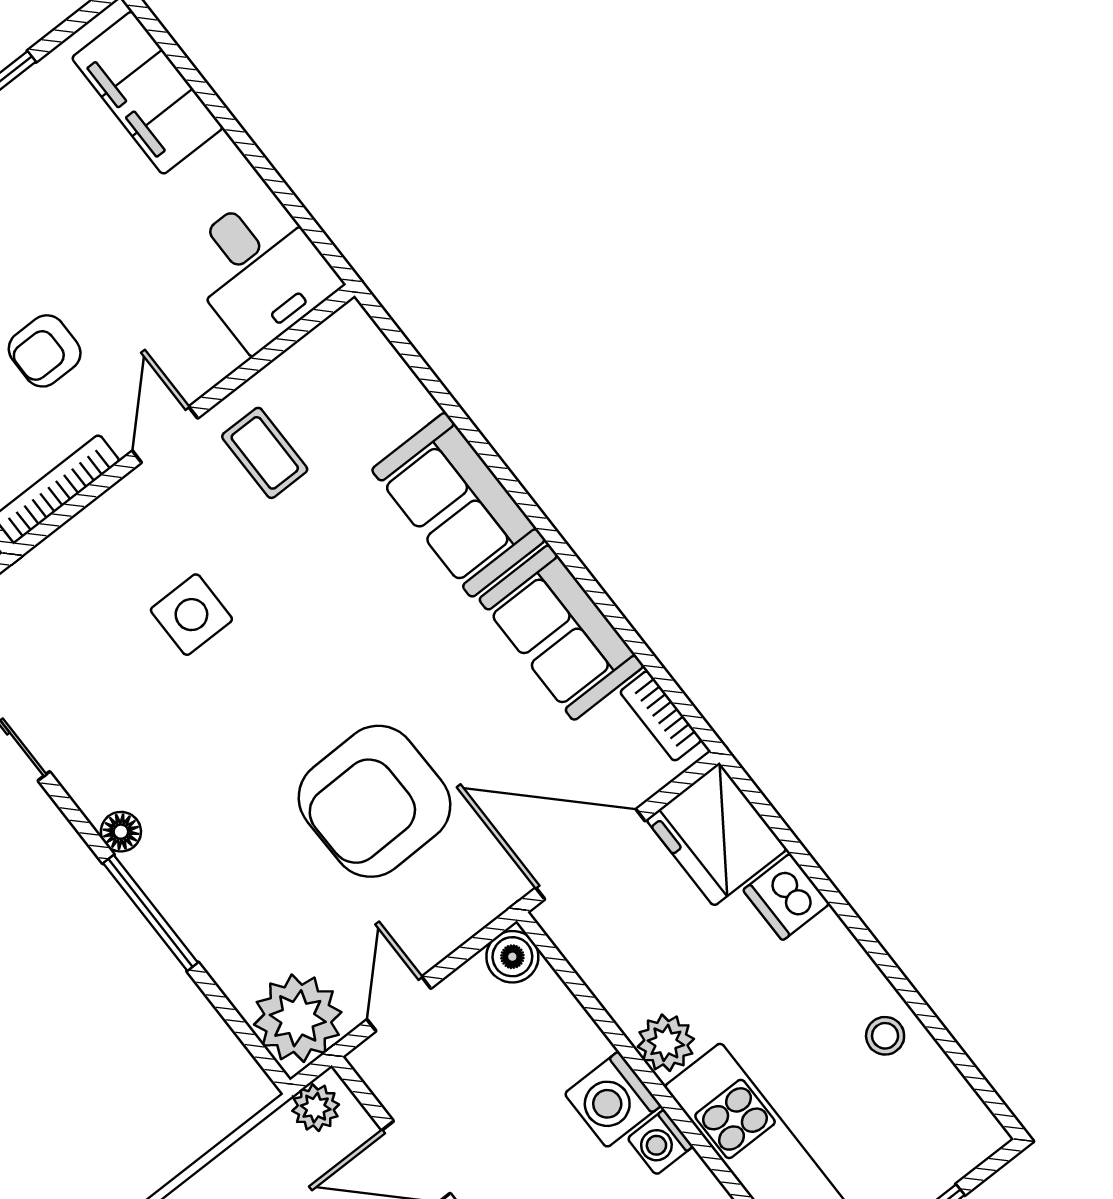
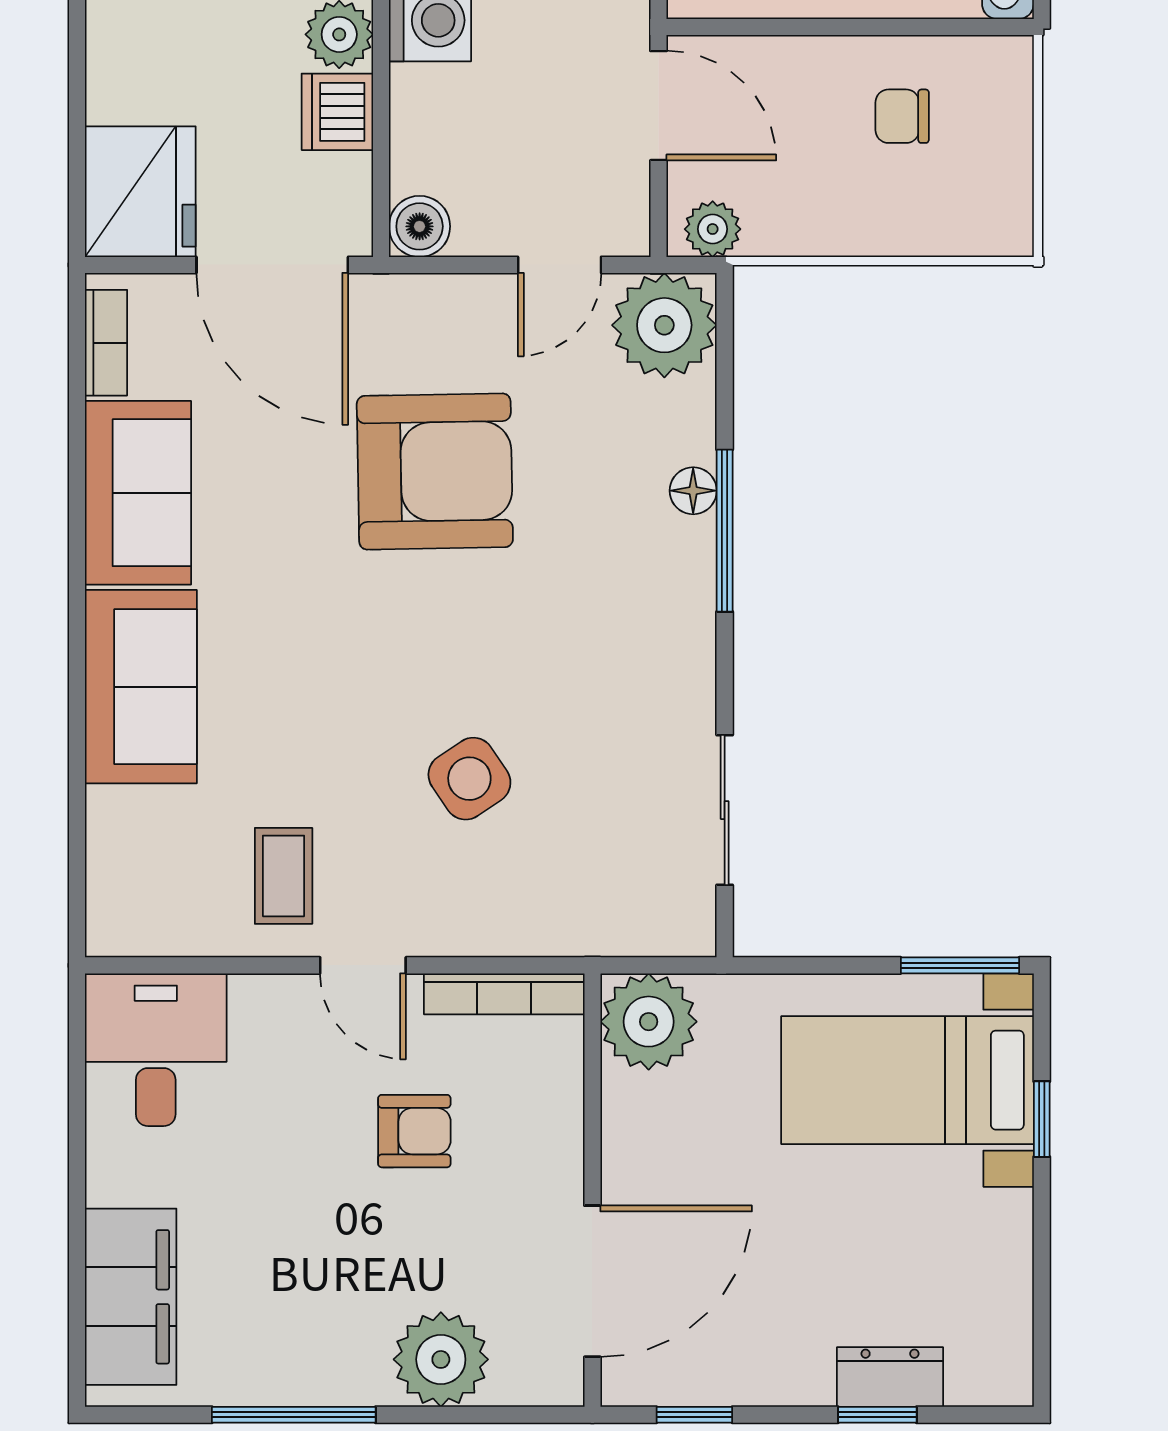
door: (165, 435) -> (363, 965), hinge flipped
side table: (191, 615) -> (469, 779), turned -34
floor lamp: (121, 832) -> (693, 491), moved
dishwasher: (786, 897) -> (337, 112), moved, turned 180

